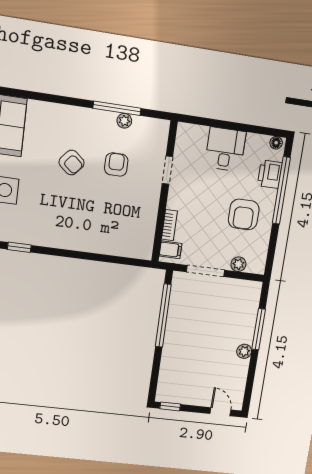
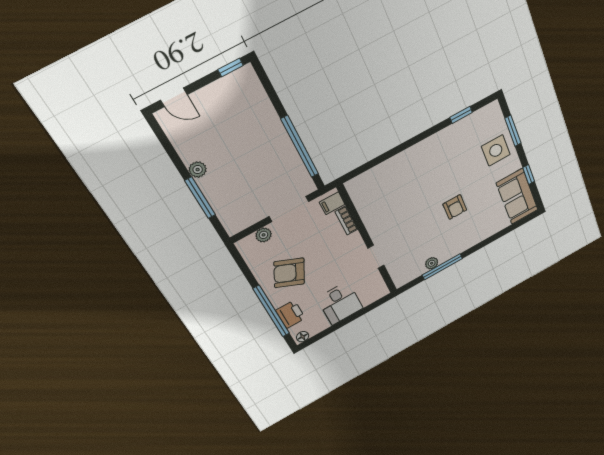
armchair: (72, 163) -> (455, 207), turned -130
armchair: (116, 165) -> (419, 231), removed
armchair: (244, 214) -> (289, 273), turned -65

